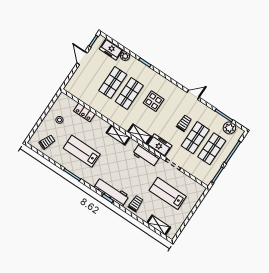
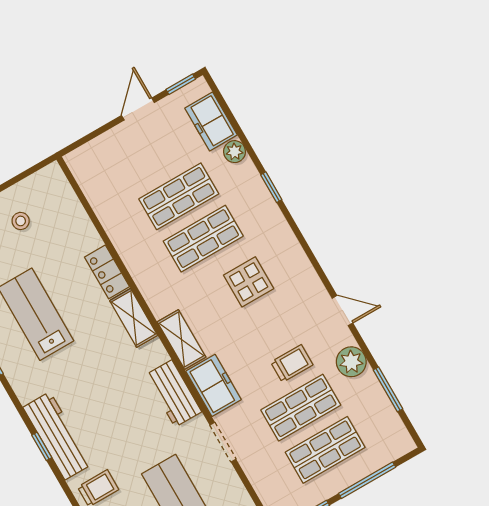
locker: (84, 112) -> (107, 272), moved
plant: (229, 128) -> (351, 362), moved

